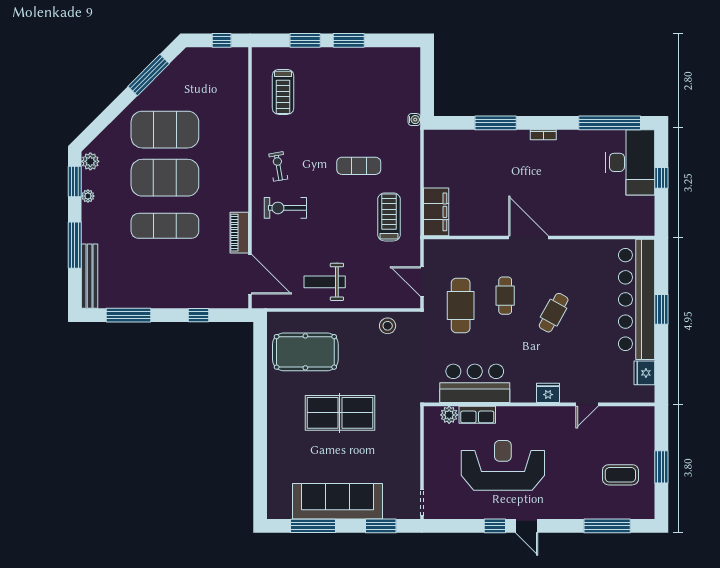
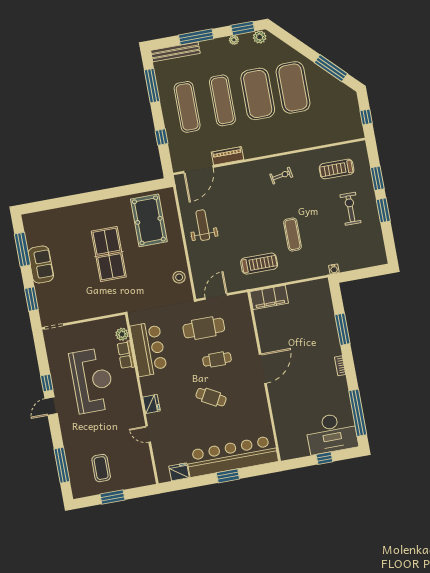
exercise bike: (285, 208) -> (350, 209), moved
exercise mat: (165, 274) -> (187, 107), added
sofa: (337, 501) -> (41, 265), width x0.54, depth x0.79

